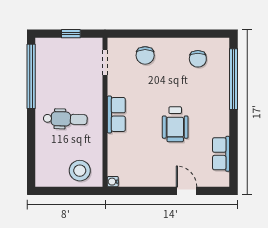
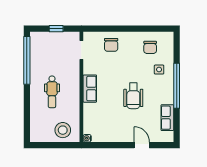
window: (234, 79) -> (177, 86), moved
side table: (210, 89) -> (159, 70), added
dental chair: (65, 119) -> (52, 92), turned 88

